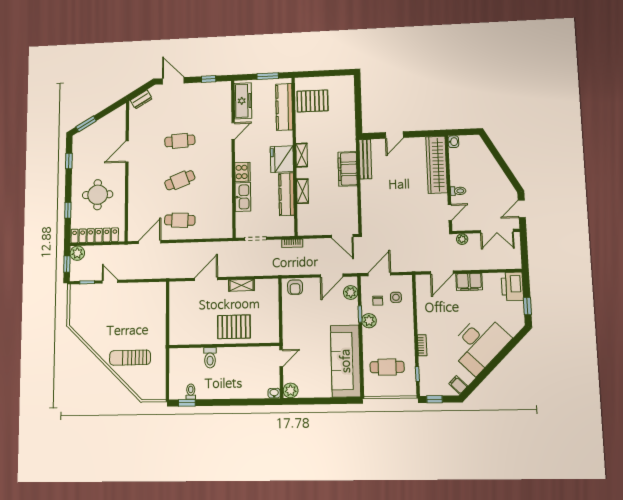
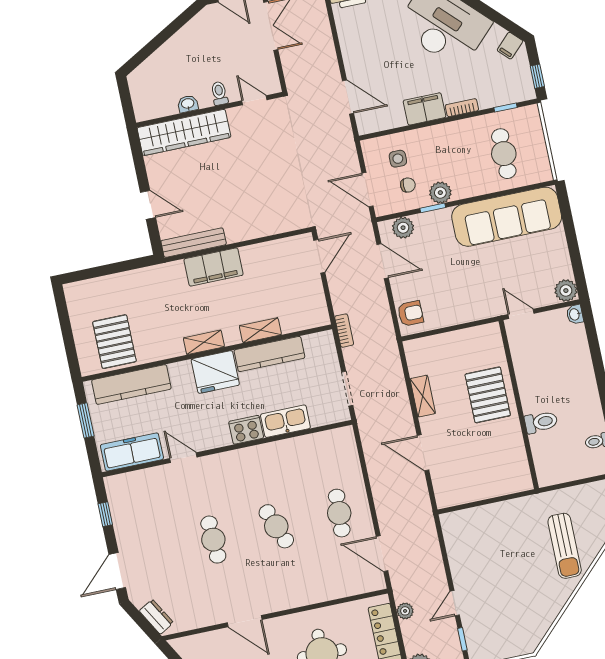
washbasin: (453, 142) -> (188, 104), moved
plant: (462, 239) -> (405, 611), moved
filing cabinet: (469, 282) -> (425, 109), moved, turned -90

